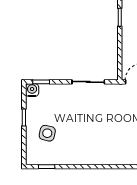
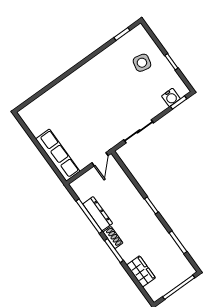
water cooler: (32, 90) -> (171, 97), moved

